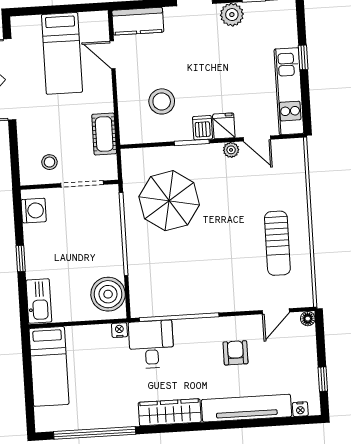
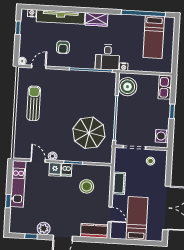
cot: (104, 134) -> (119, 183), moved
bed: (49, 366) -> (154, 37), moved, turned 180
wardrobe: (170, 412) -> (96, 19), width x0.67

